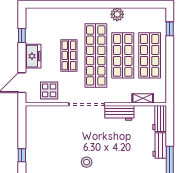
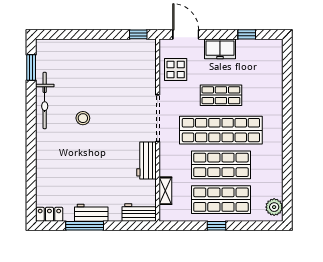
plant: (117, 14) -> (274, 207), moved
window: (170, 29) -> (217, 226), moved
workbench: (160, 145) -> (91, 213), moved
window: (22, 155) -> (138, 34), moved

